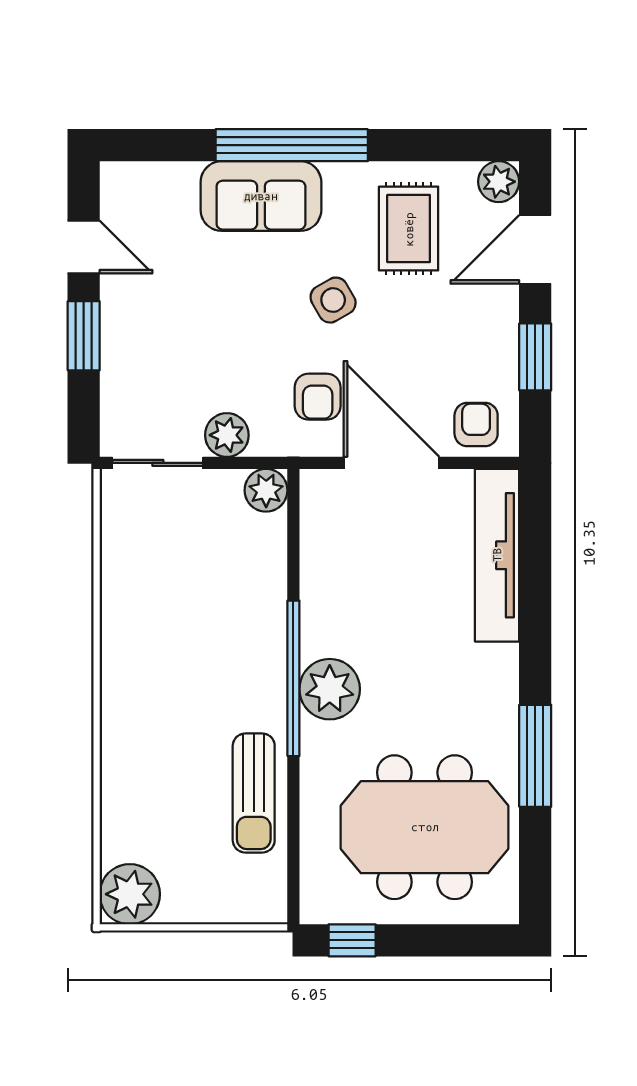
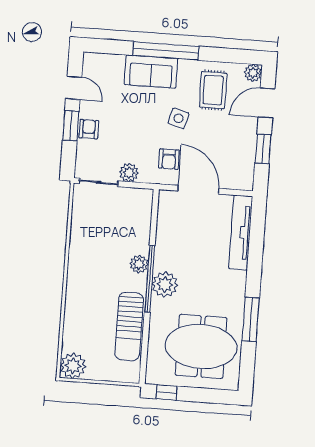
side table: (333, 300) -> (179, 118), turned 45
armchair: (476, 425) -> (89, 129), moved
plant: (266, 490) -> (139, 264), moved
sun lounger: (254, 793) -> (129, 326), width x1.36, depth x1.34

